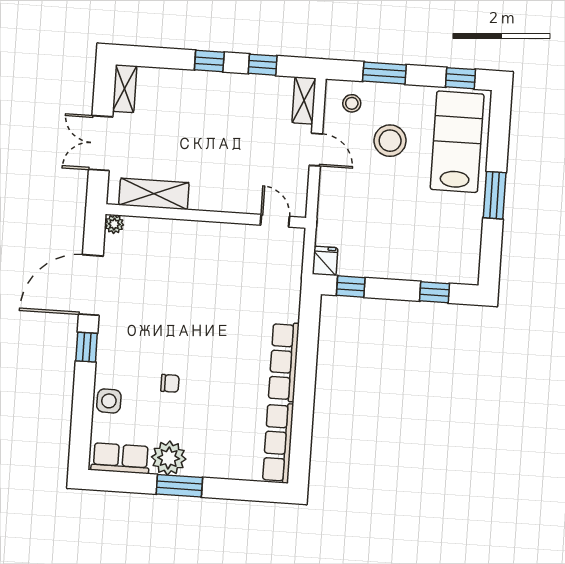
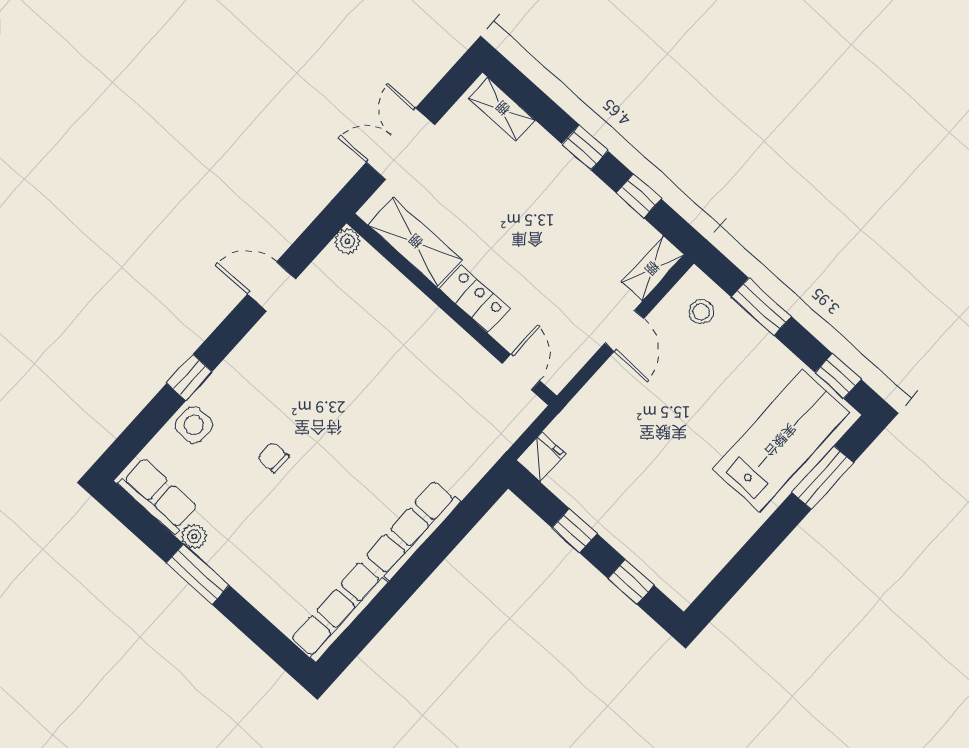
shelving: (125, 89) -> (502, 109), moved, turned 90
stool: (390, 141) -> (711, 383), removed
window: (495, 195) -> (823, 478), moved
locker: (214, 200) -> (474, 299), added
door: (91, 285) -> (272, 287), width x0.53
window: (351, 286) -> (574, 531), moved
window: (87, 347) -> (189, 377), moved
chair: (170, 383) -> (273, 457), turned 180
plant: (169, 458) -> (194, 536), width x0.53, depth x0.53

